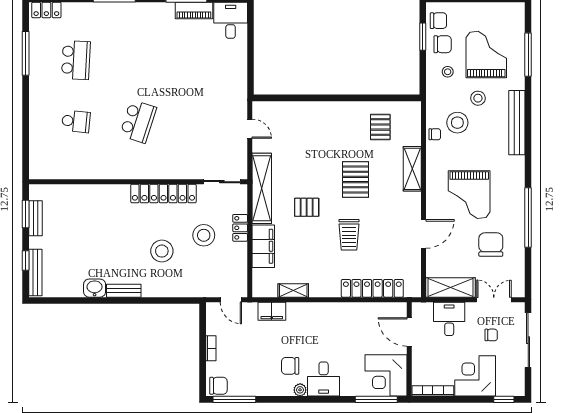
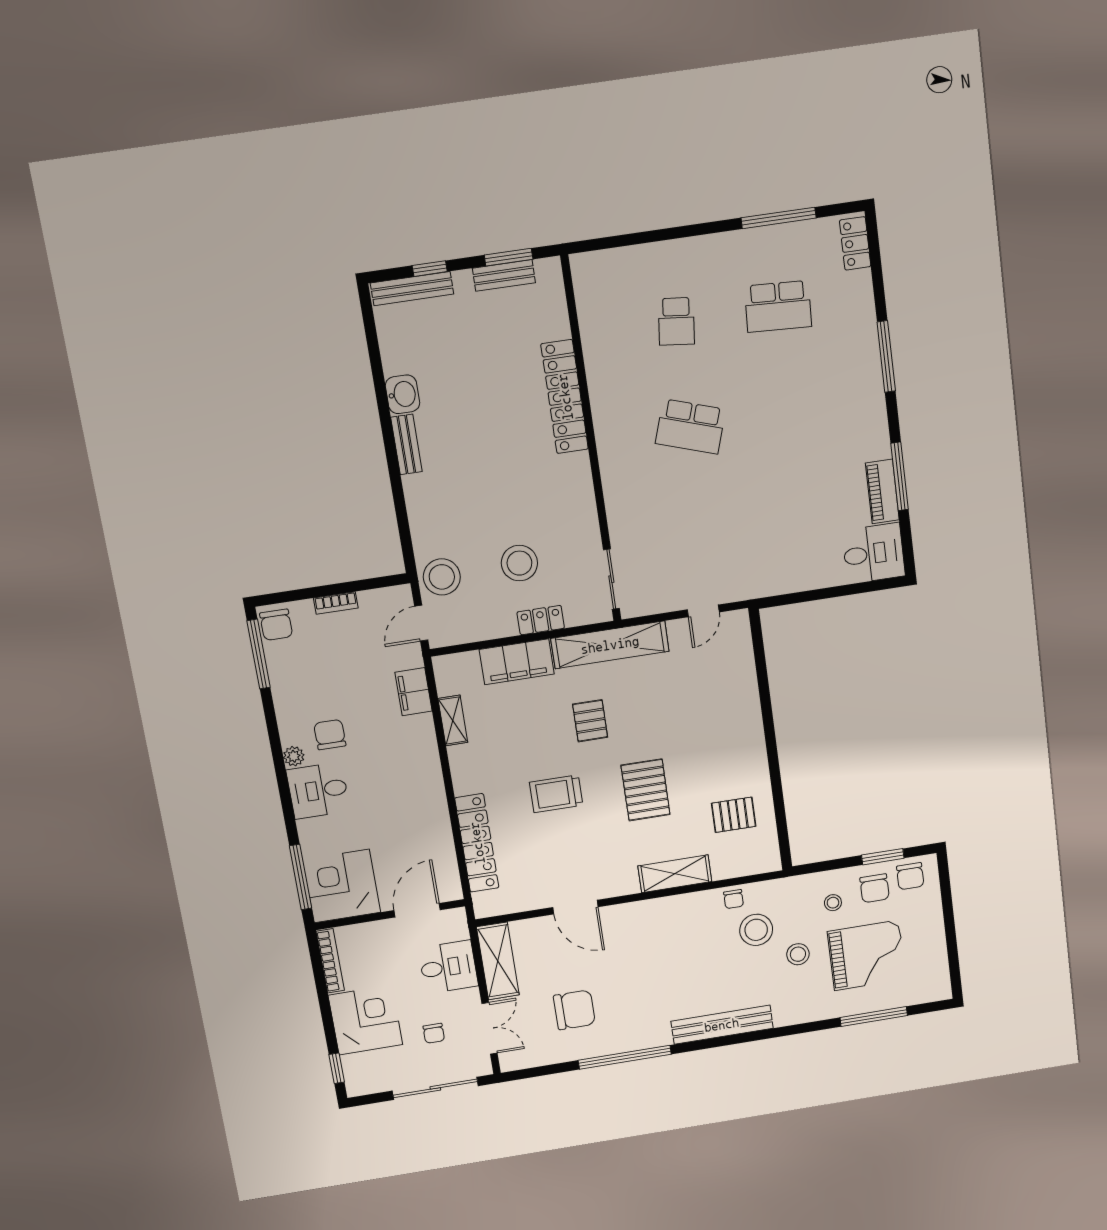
bench: (517, 123) -> (722, 1025), moved
pallet: (356, 180) -> (646, 790), turned 90
locker: (163, 193) -> (565, 397), moved
grand piano: (469, 195) -> (647, 965), removed
stool: (162, 251) -> (442, 577), moved

